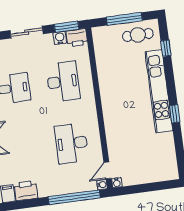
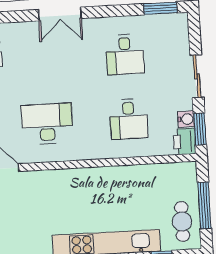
desk: (63, 82) -> (129, 119), width x0.73

